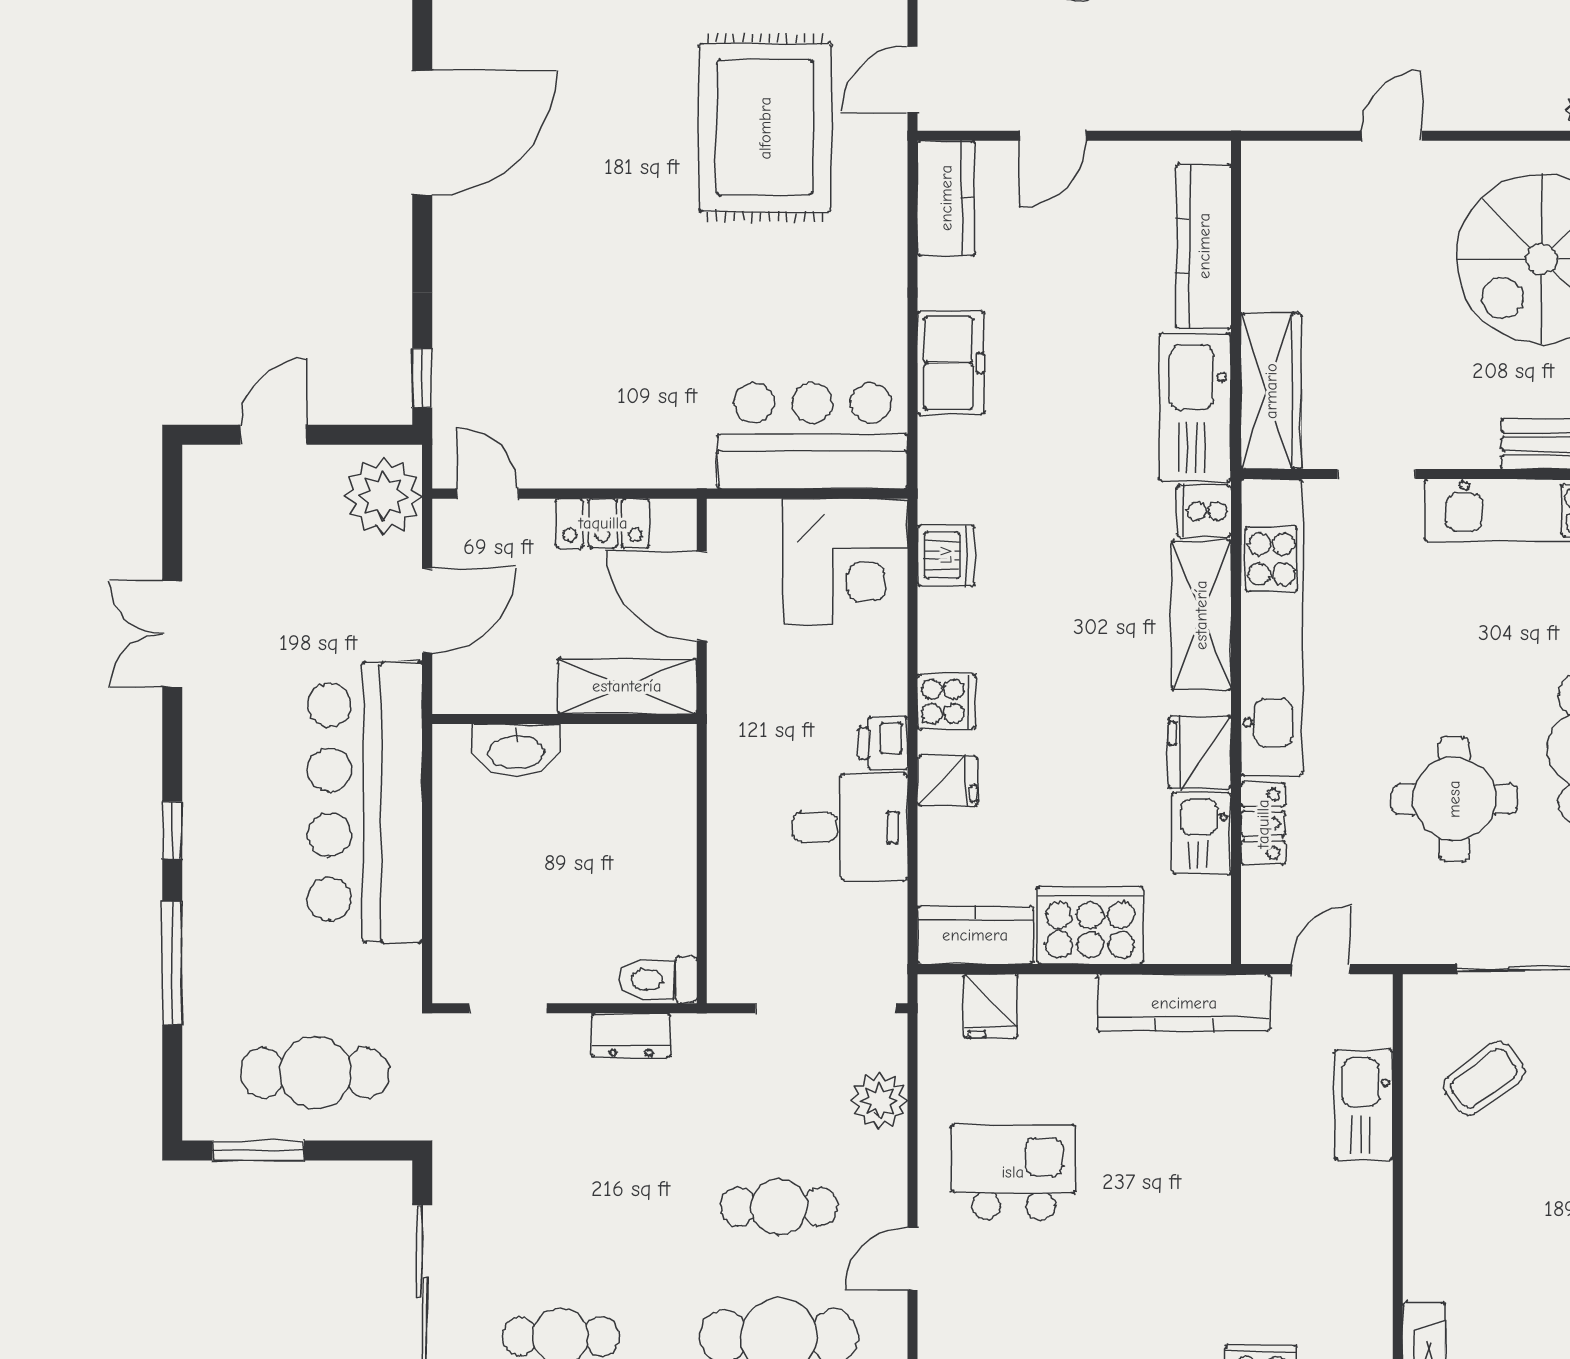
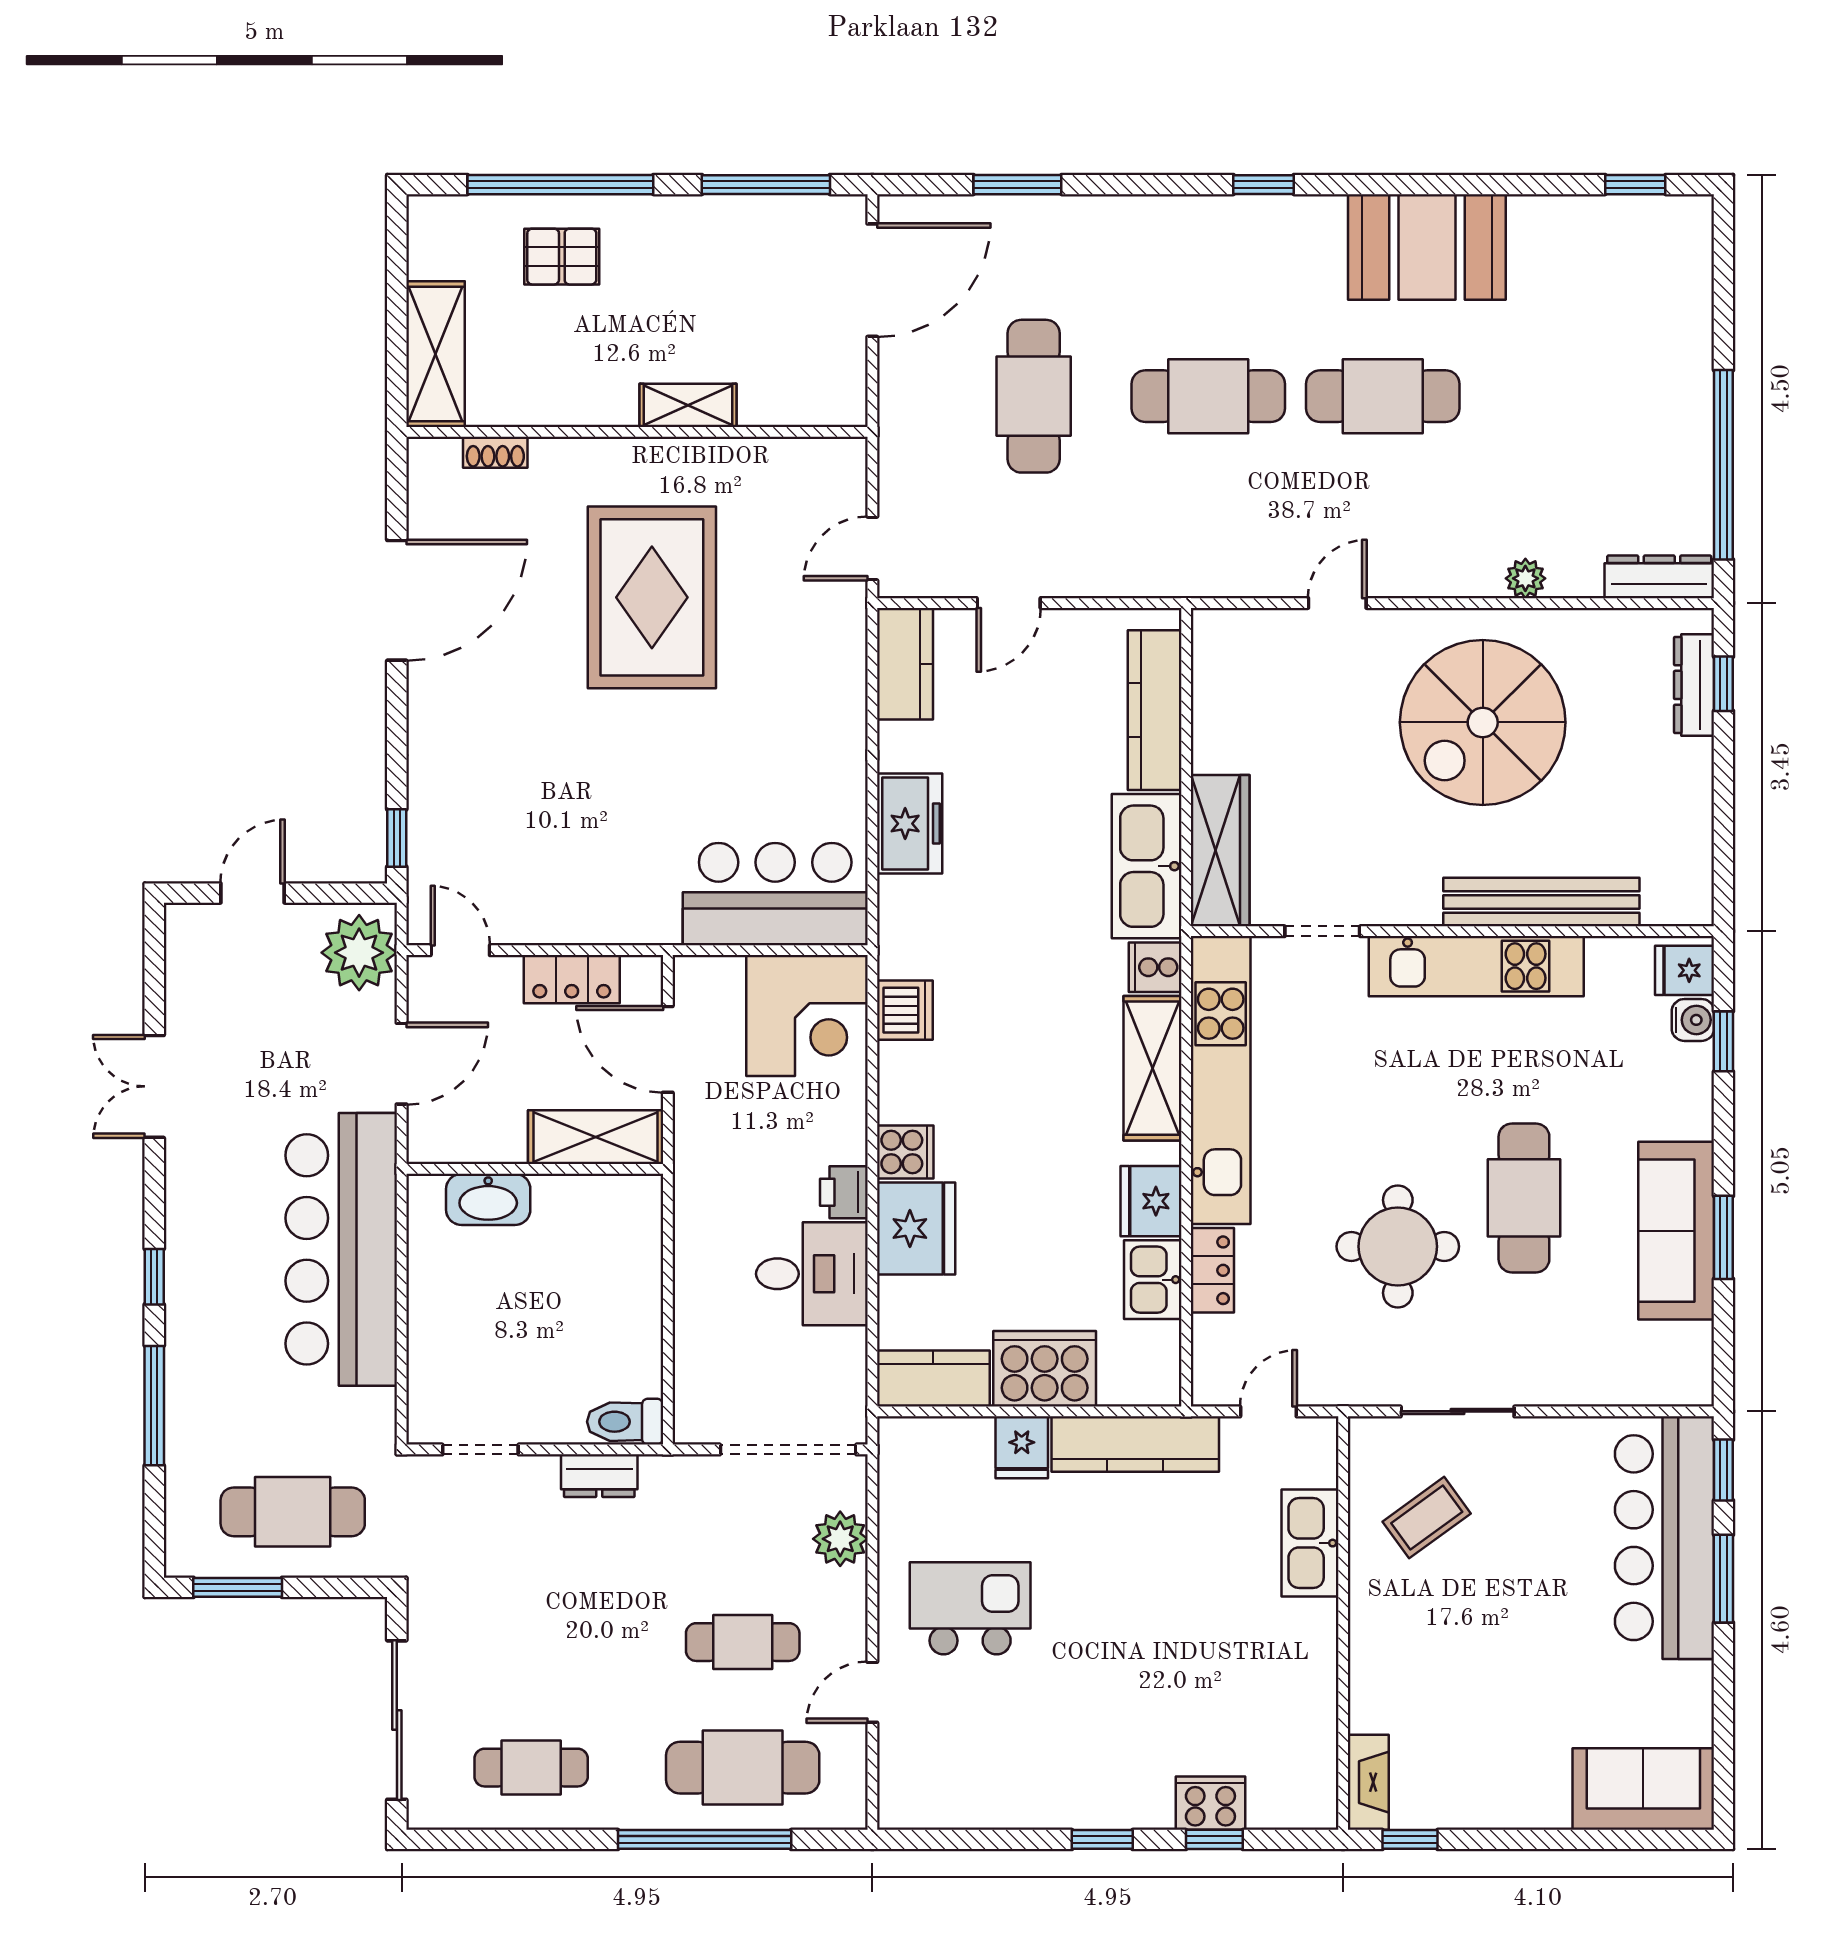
rug: (765, 128) -> (652, 597), moved
fridge: (947, 781) -> (916, 1228), width x1.88, depth x1.34
fridge: (991, 1006) -> (1022, 1447), moved

